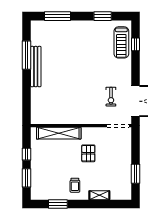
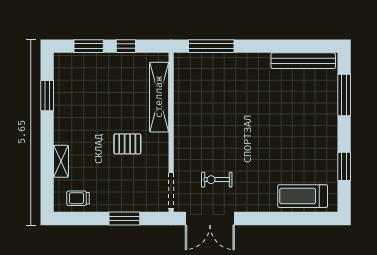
window: (136, 44) -> (300, 218), removed
window: (27, 55) -> (211, 46), moved
bench: (36, 67) -> (303, 61), moved
window: (136, 174) -> (124, 218), moved
trolley: (75, 185) -> (78, 198), moved

